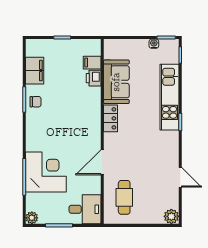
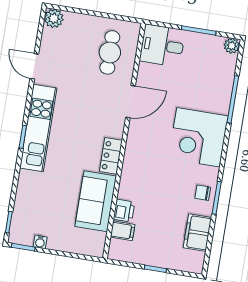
kitchen unit: (170, 97) -> (38, 128), moved
corner desk: (46, 172) -> (198, 137), moved

